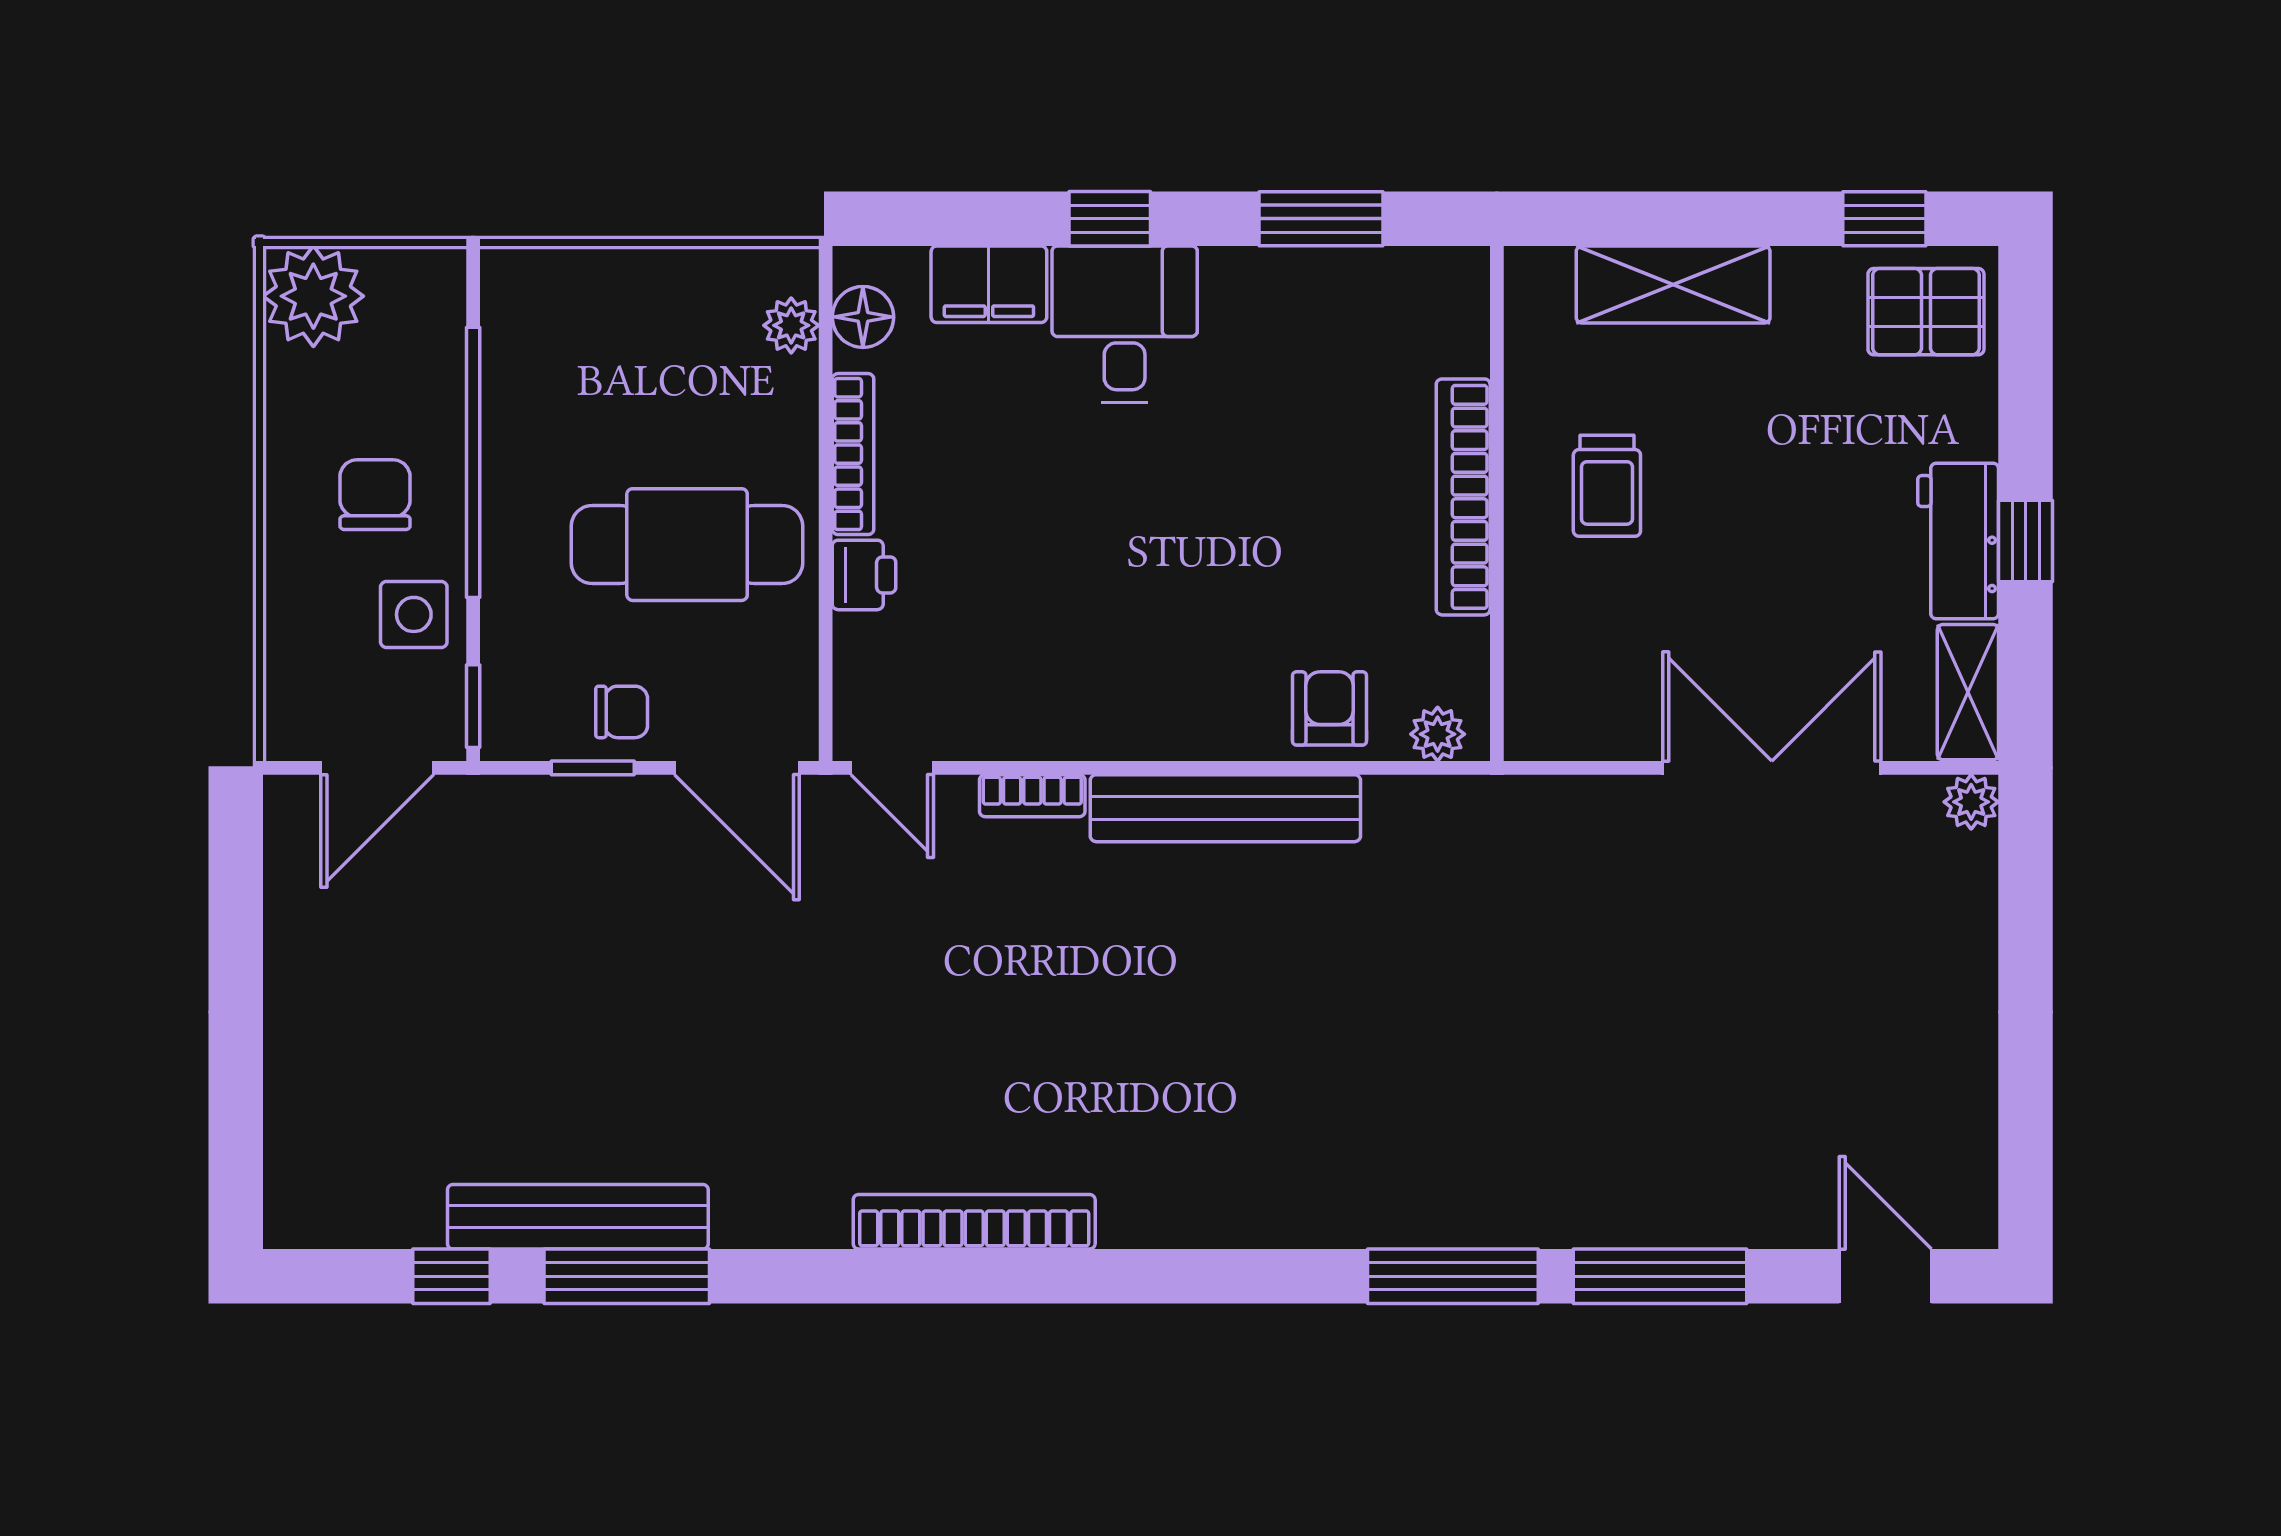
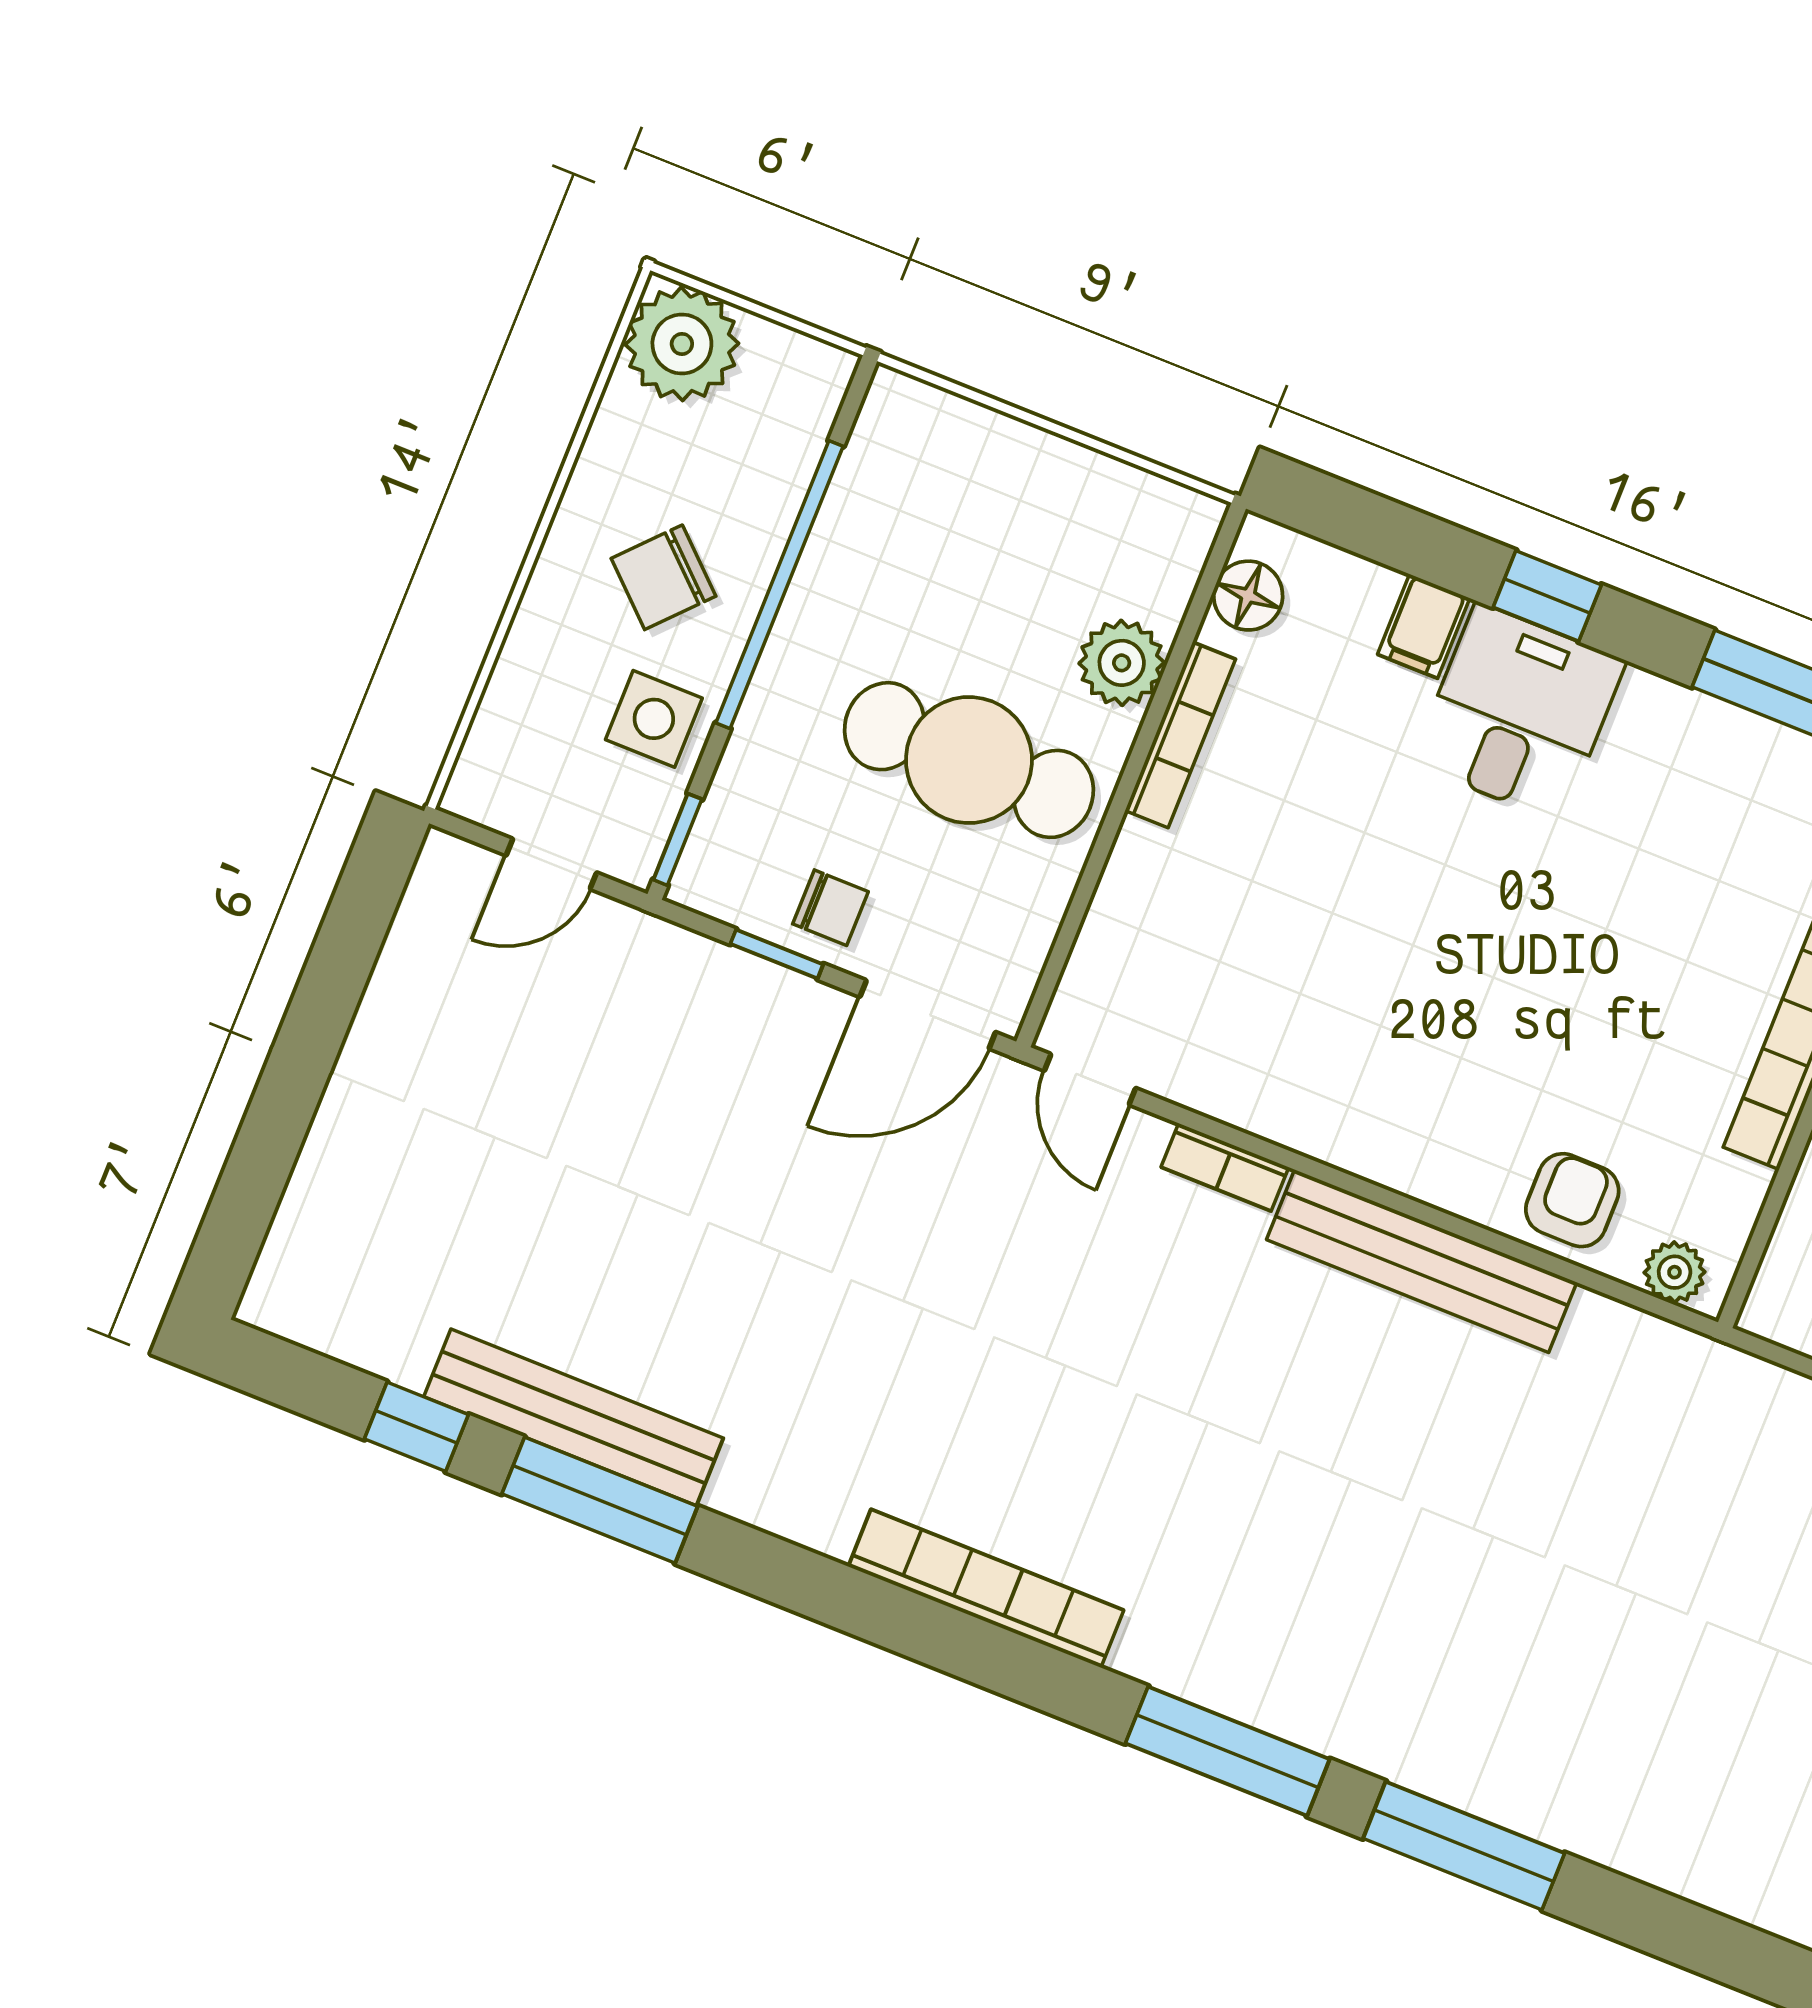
filing cabinet: (989, 284) -> (1424, 626), width x0.50
plant: (791, 325) -> (1122, 663), moved, width x1.38, depth x1.38
chair: (375, 495) -> (663, 577), turned -137
printer: (864, 575) -> (1141, 866), removed
door: (377, 768) -> (551, 864), width x0.73
door: (737, 768) -> (928, 1014), hinge flipped
window: (1660, 1276) -> (1228, 1751), moved

